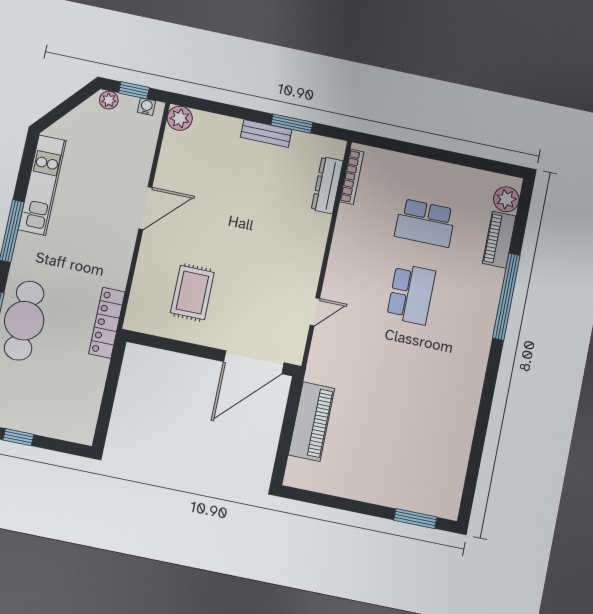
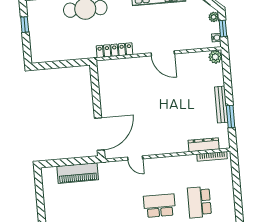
bench: (266, 133) -> (221, 105), width x1.36
rug: (192, 293) -> (126, 91), removed
school desk: (411, 294) -> (160, 206), turned 180
locker: (107, 323) -> (114, 50), moved
door: (254, 362) -> (99, 134), swing flipped

